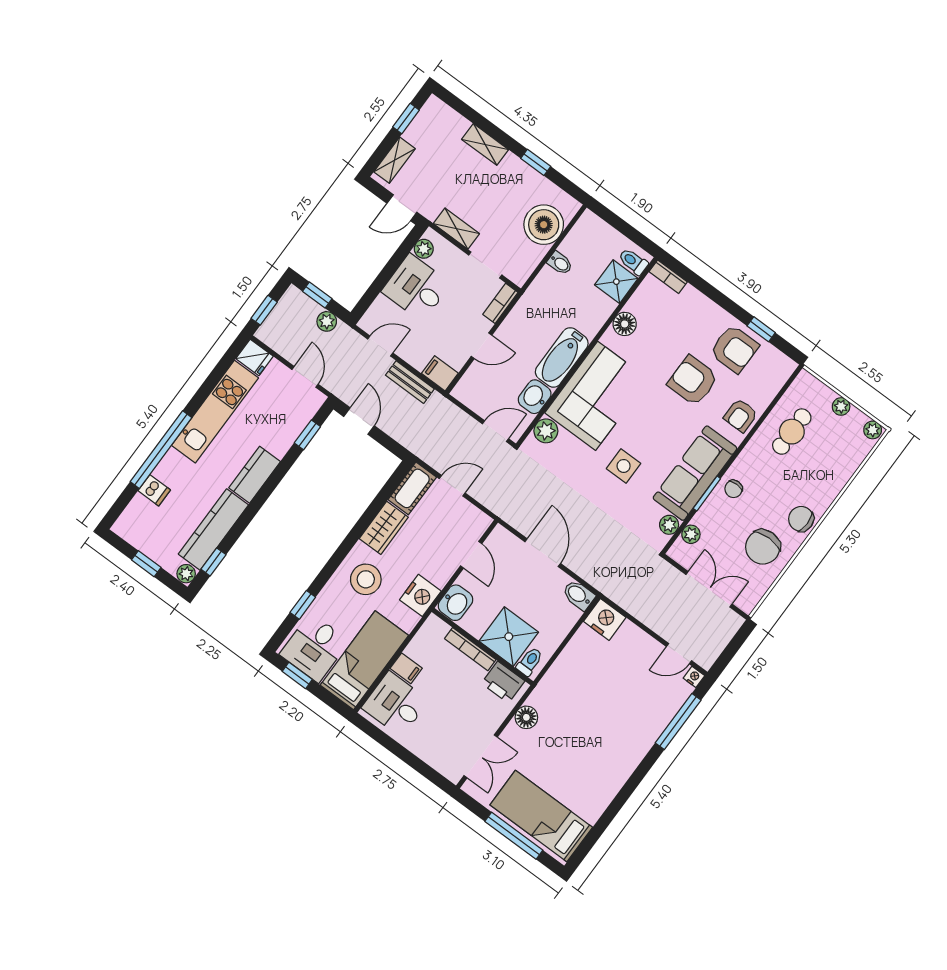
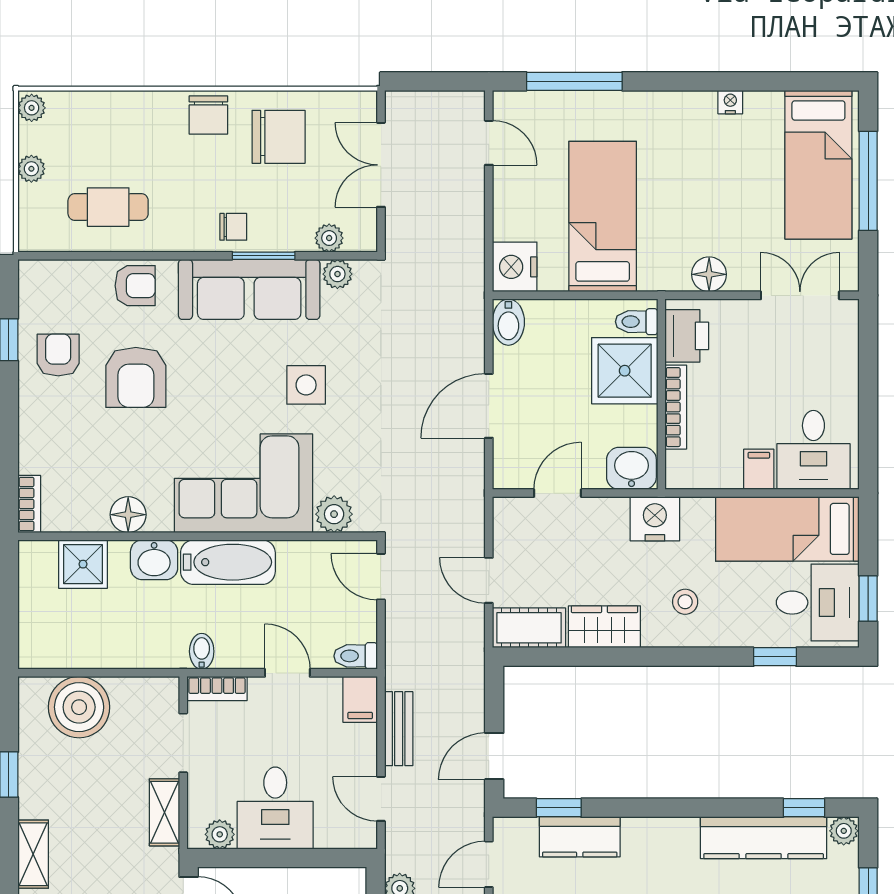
toilet: (633, 262) -> (356, 656), moved, turned 90
bidet: (560, 263) -> (202, 651), moved
armchair: (734, 349) -> (58, 355), width x0.72, depth x0.72
washbasin: (535, 397) -> (154, 560), moved
kitchen counter: (255, 475) -> (580, 837), moved
stool: (366, 579) -> (685, 602), width x0.53, depth x0.53
nightstand: (694, 677) -> (730, 102), moved, turned 90
bed: (597, 684) -> (603, 216), added

